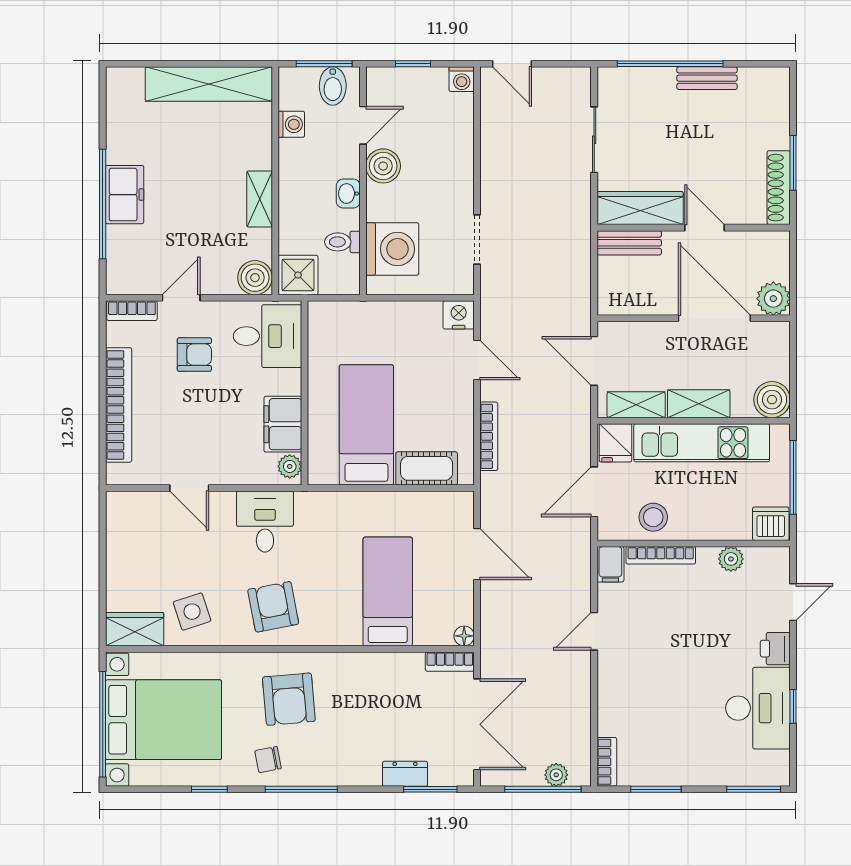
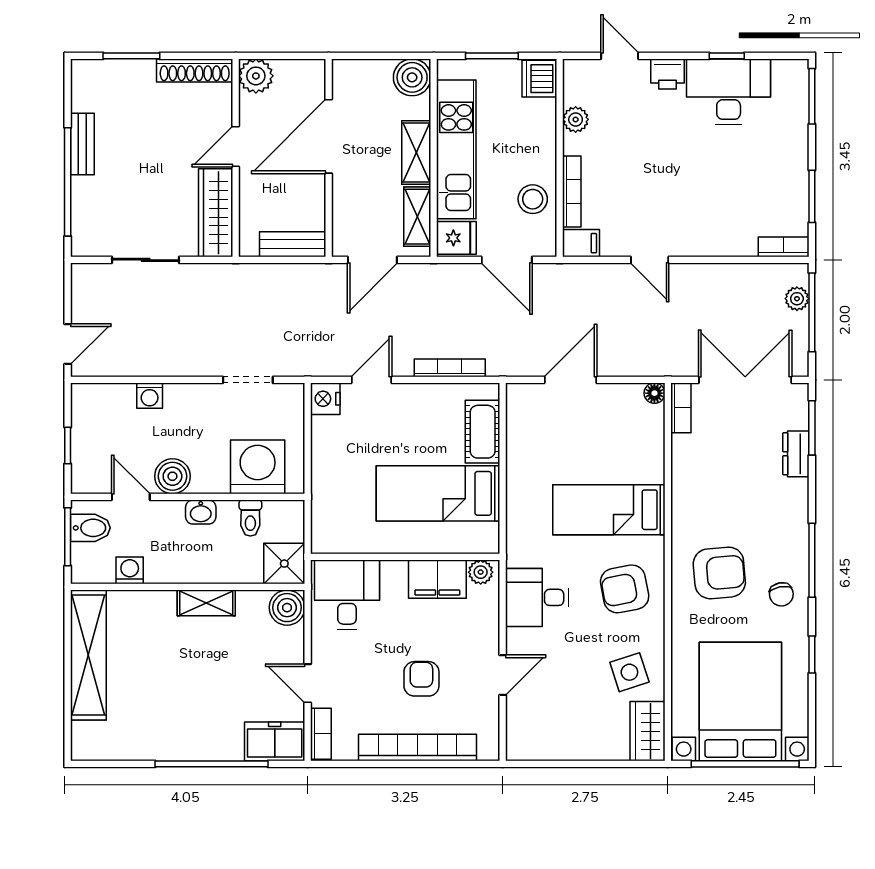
washing machine: (462, 79) -> (150, 396), moved, turned 90
window: (793, 163) -> (131, 56), moved
freezer: (125, 195) -> (275, 741), moved
bench: (629, 243) -> (293, 244), moved, turned 90
plant: (773, 299) -> (256, 76), moved
armchair: (194, 355) -> (421, 679), moved
window: (793, 477) -> (492, 56), width x0.69
bed: (388, 591) -> (609, 510), moved

